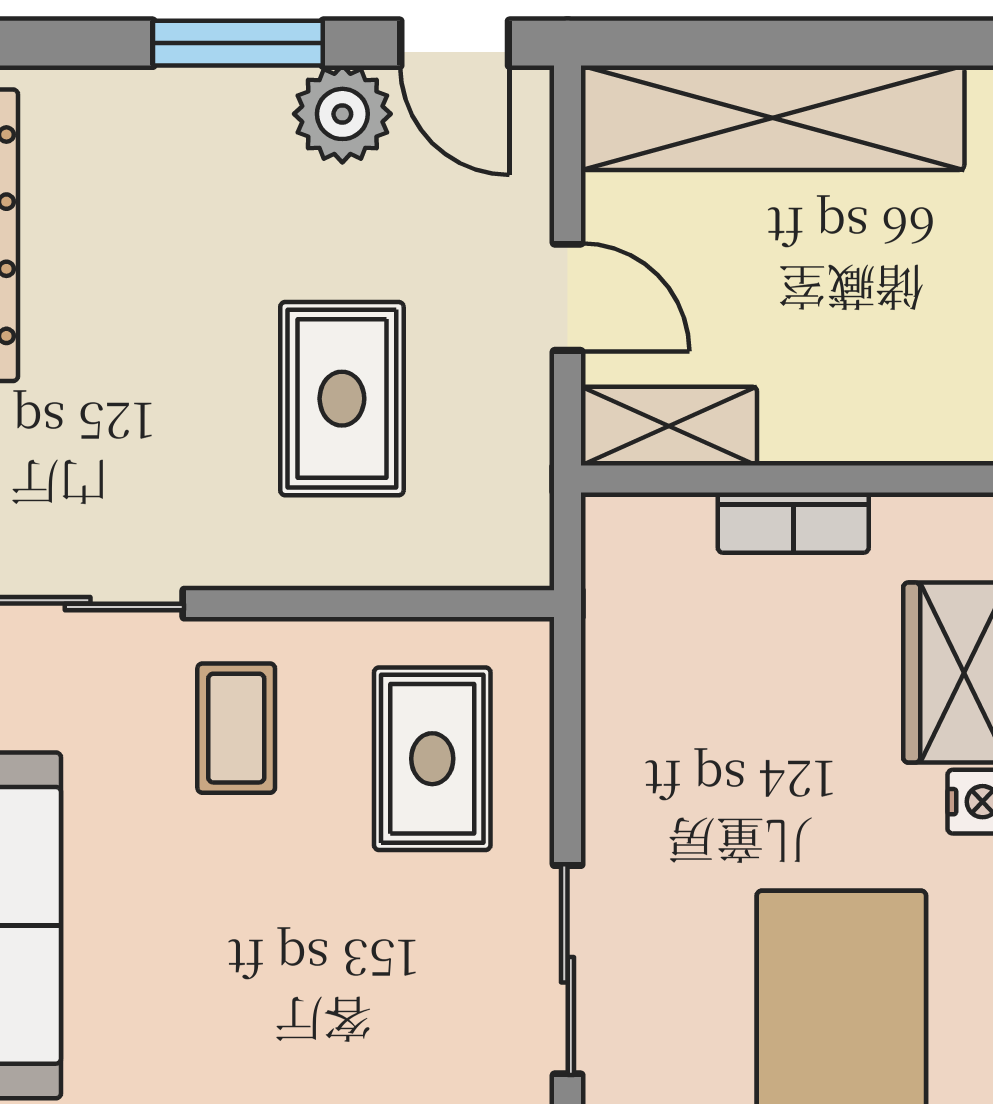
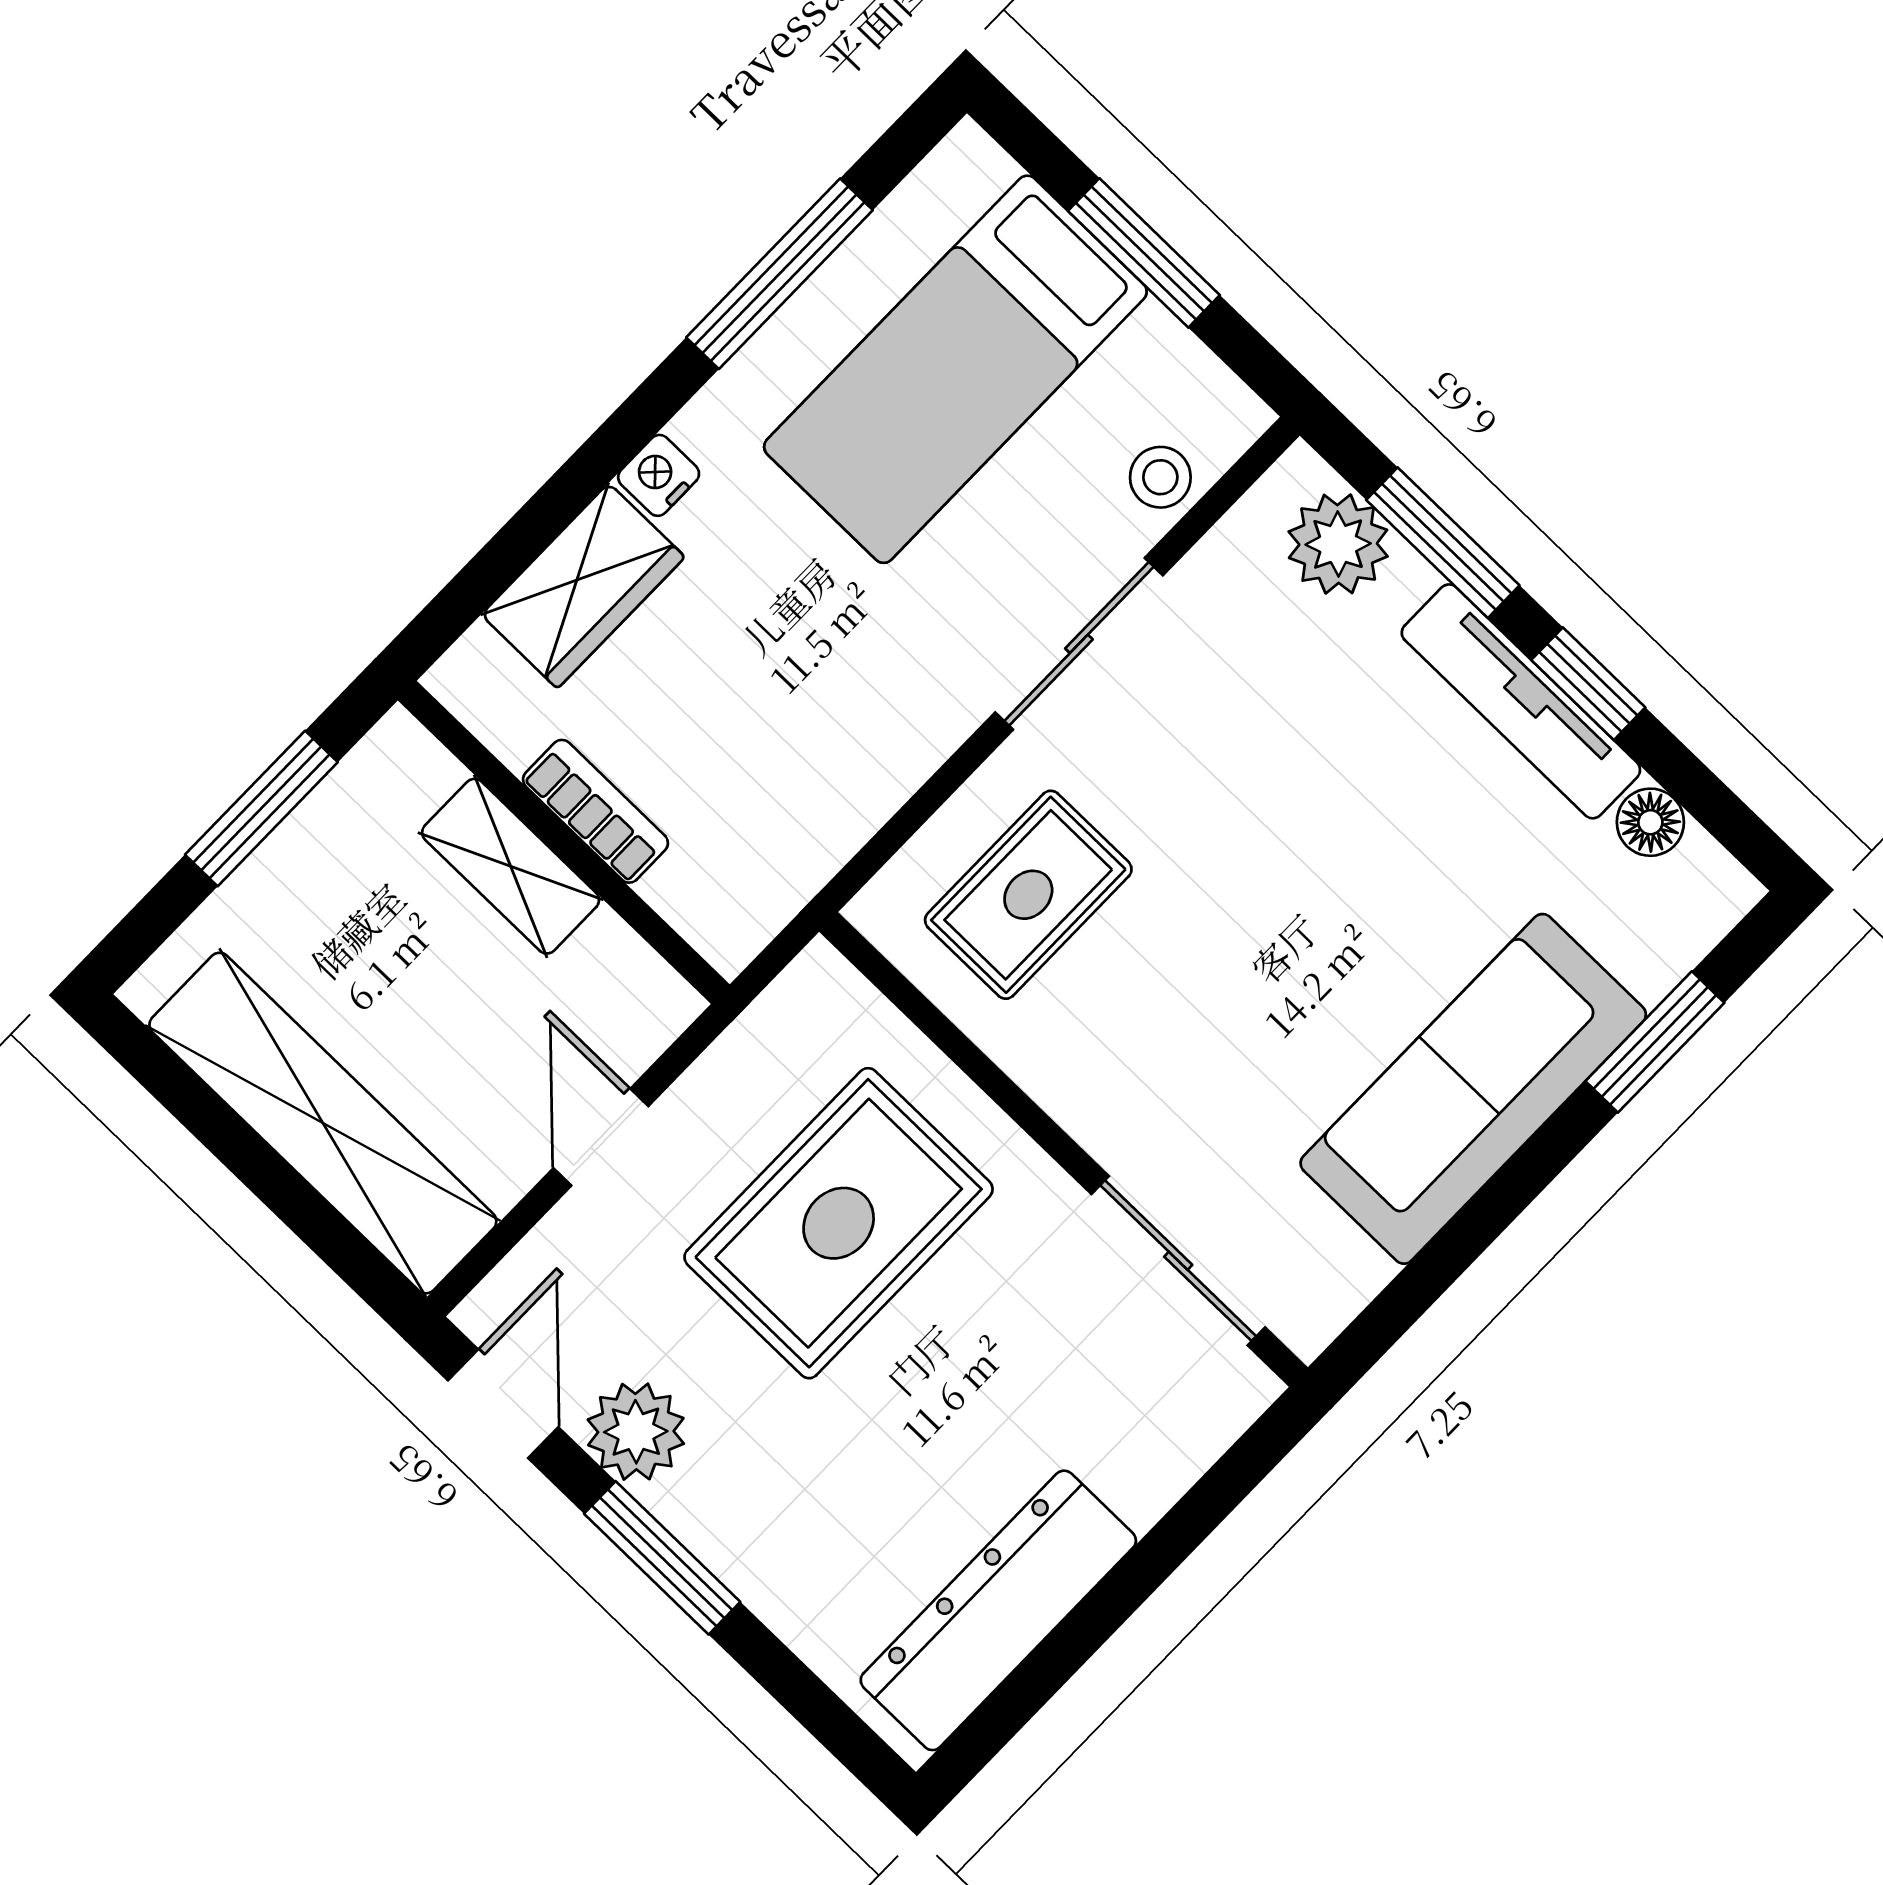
rug: (342, 399) -> (839, 1223), width x1.36, depth x1.43
shelving: (669, 426) -> (511, 866), moved
coffee table: (236, 728) -> (1150, 1057), removed

